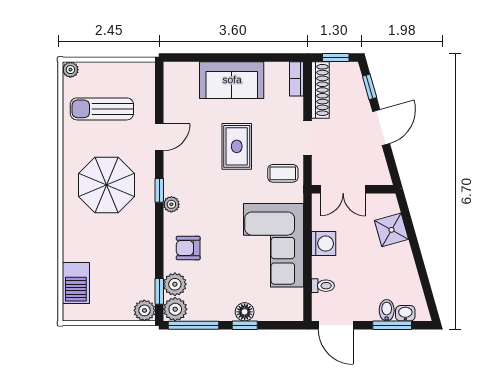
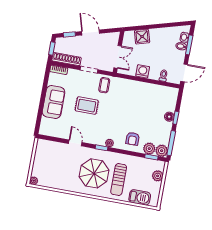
sun lounger: (102, 109) -> (119, 180), moved
corner sofa: (274, 245) -> (139, 96), removed
plant: (144, 310) -> (158, 176), moved

